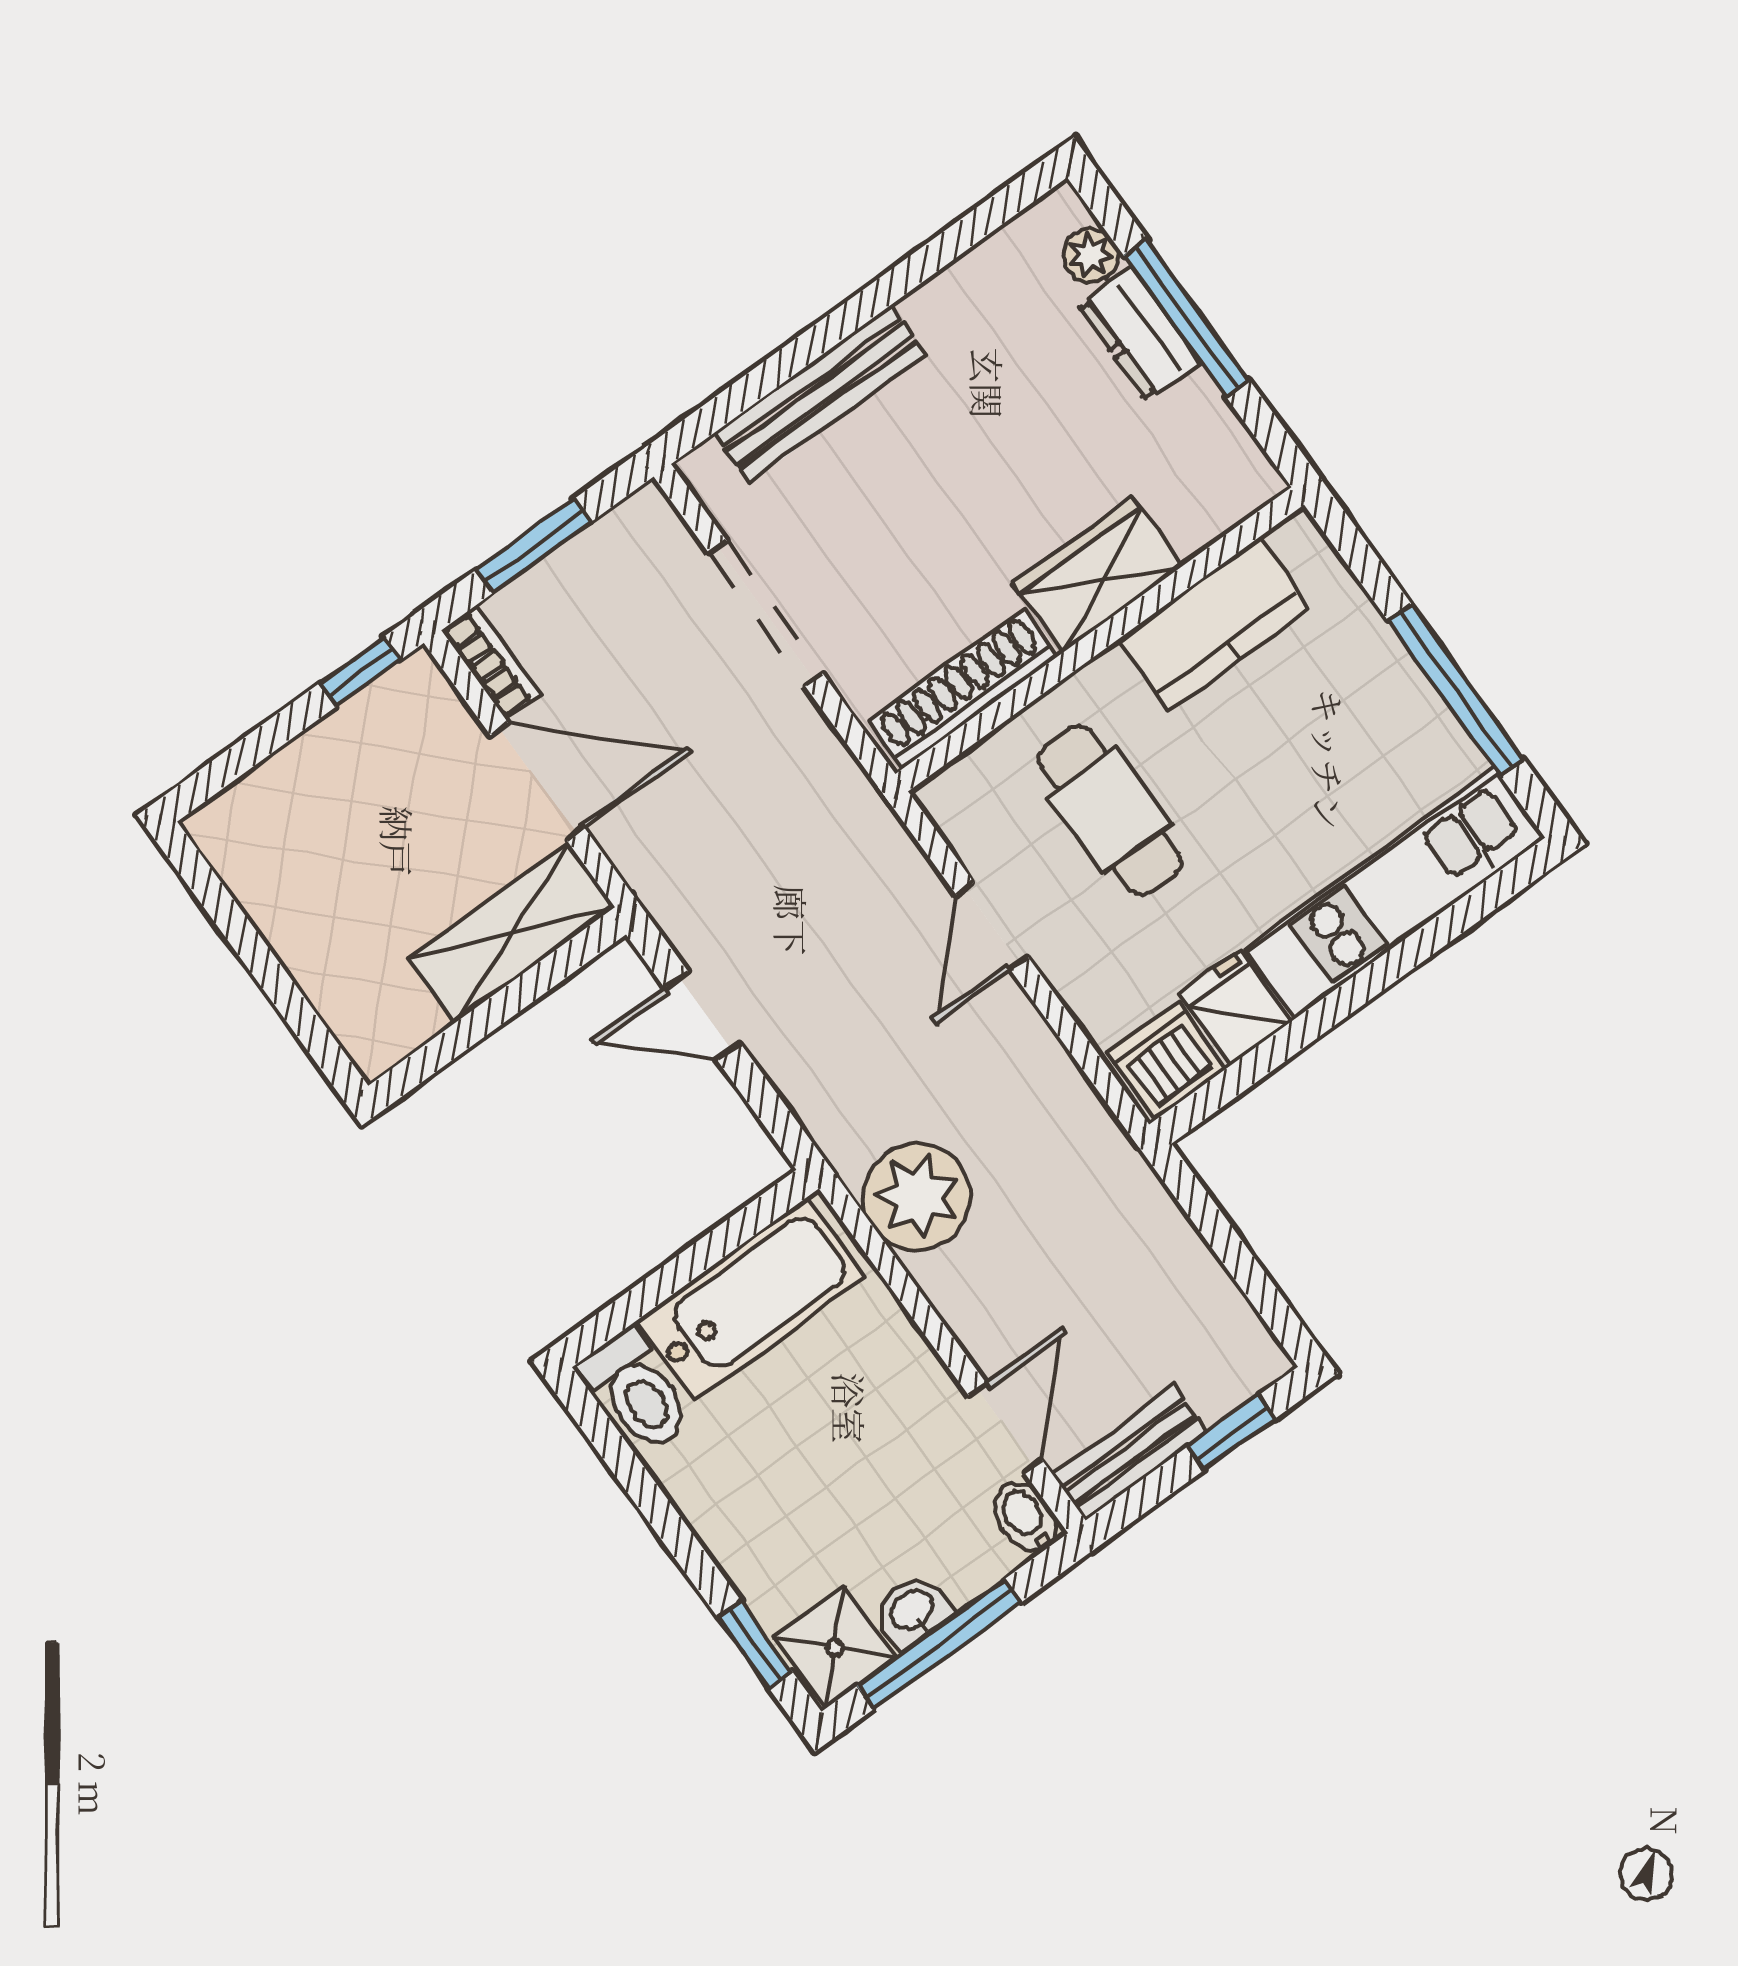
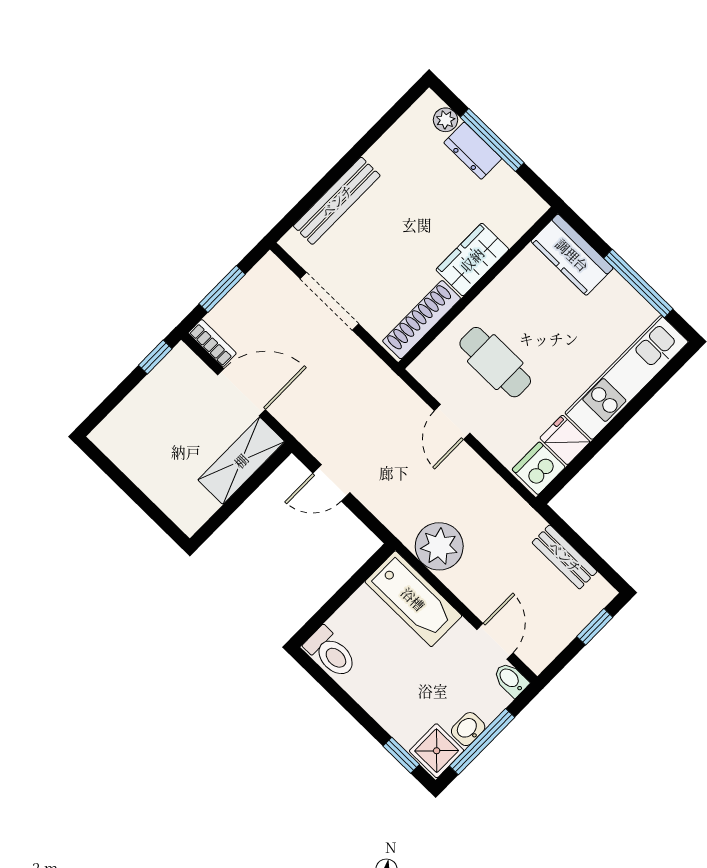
kitchen counter: (1214, 624) -> (572, 255), moved, turned 90
bathtub: (751, 1299) -> (413, 599), moved, turned 90
bench: (1130, 1453) -> (565, 557), moved, turned 90

